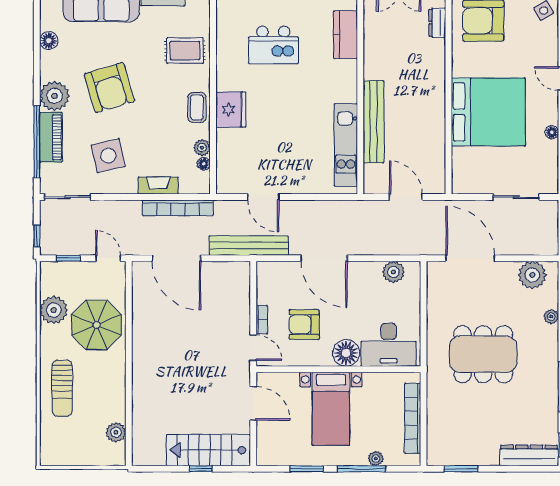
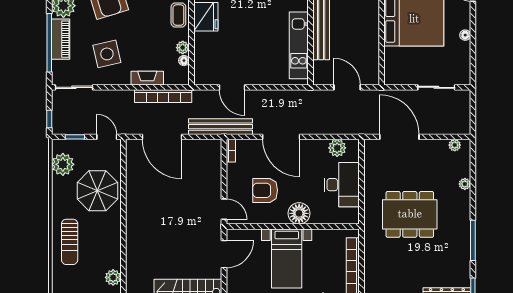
plant: (532, 275) -> (455, 145), width x0.53, depth x0.53
plant: (54, 310) -> (63, 164), moved
bookcase: (262, 320) -> (231, 151), moved
desk: (389, 345) -> (342, 185), moved, turned -90
door: (253, 403) -> (224, 254), hinge flipped

